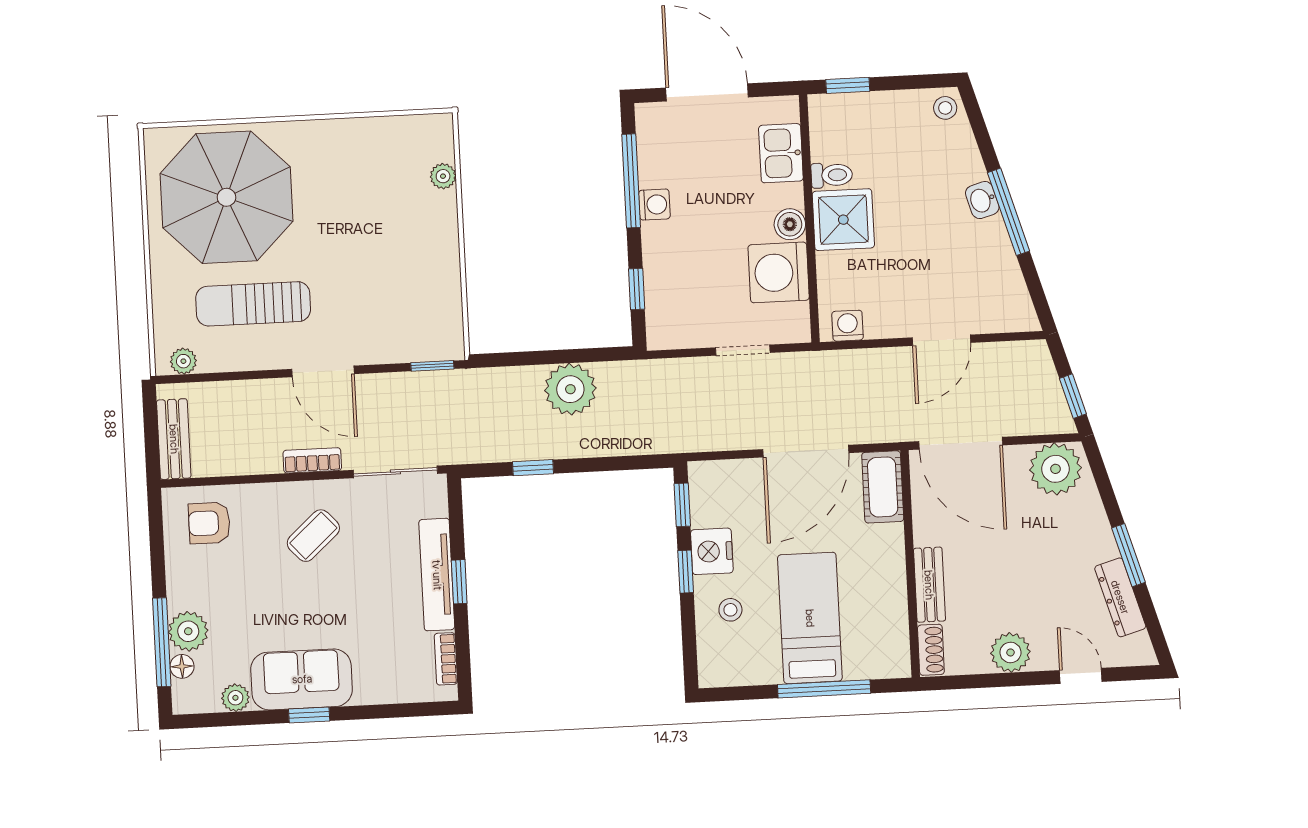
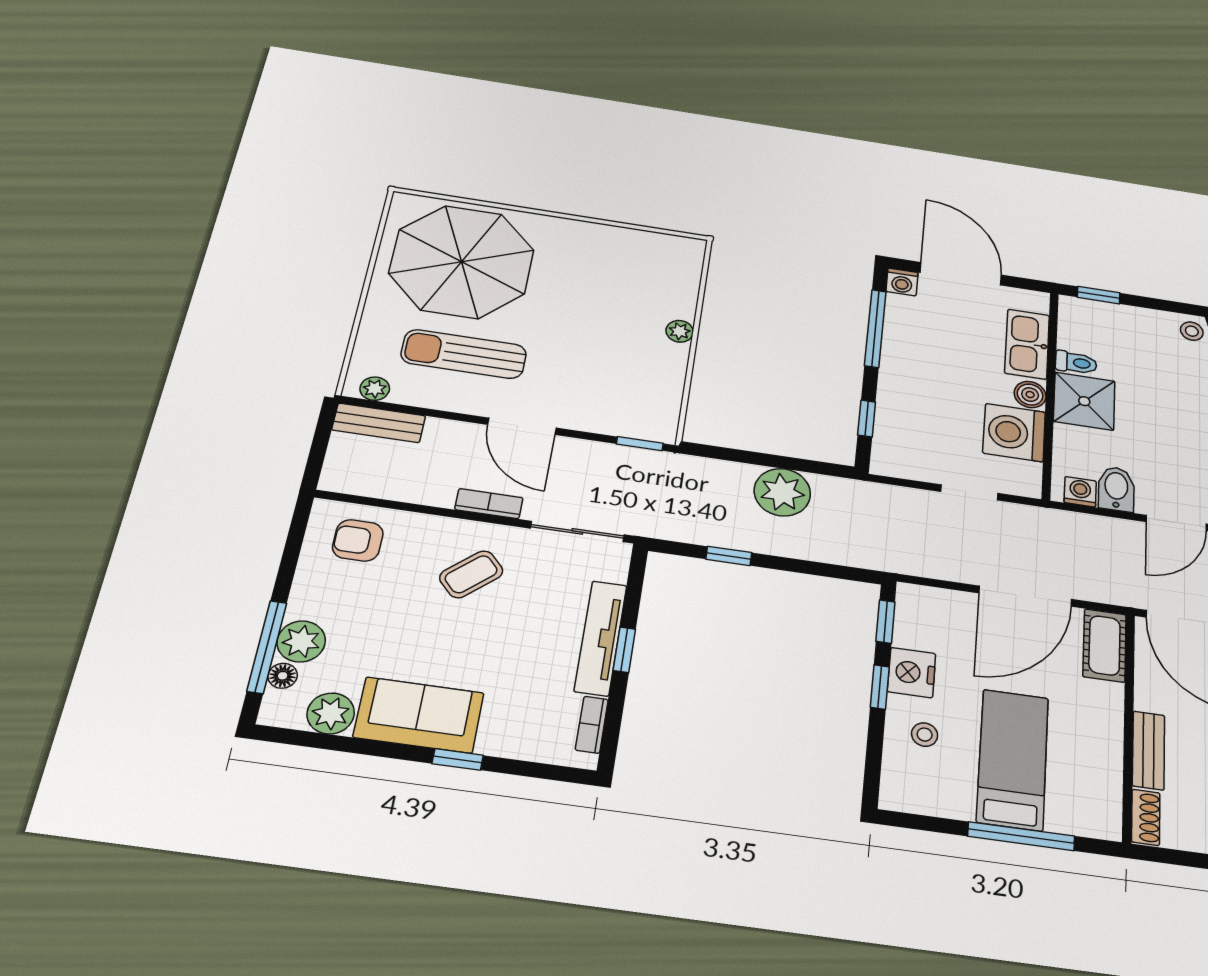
kitchen sink: (781, 153) -> (1027, 344), width x1.38
plant: (443, 176) -> (680, 331), moved
washing machine: (654, 205) -> (902, 282), moved, turned 90
bidet: (882, 314) -> (1116, 489), added
bench: (174, 439) -> (379, 423), moved, turned 90
plant: (235, 698) -> (331, 713), width x1.38, depth x1.38
window: (309, 715) -> (458, 759), moved

